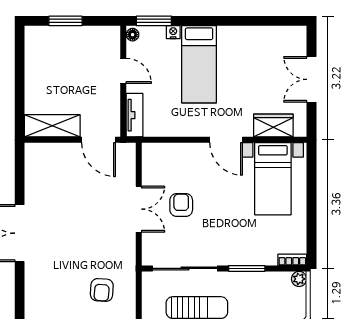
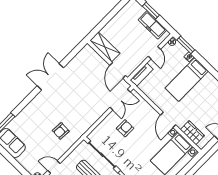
freezer: (86, 37) -> (152, 25), added
double door: (139, 209) -> (120, 100), moved

